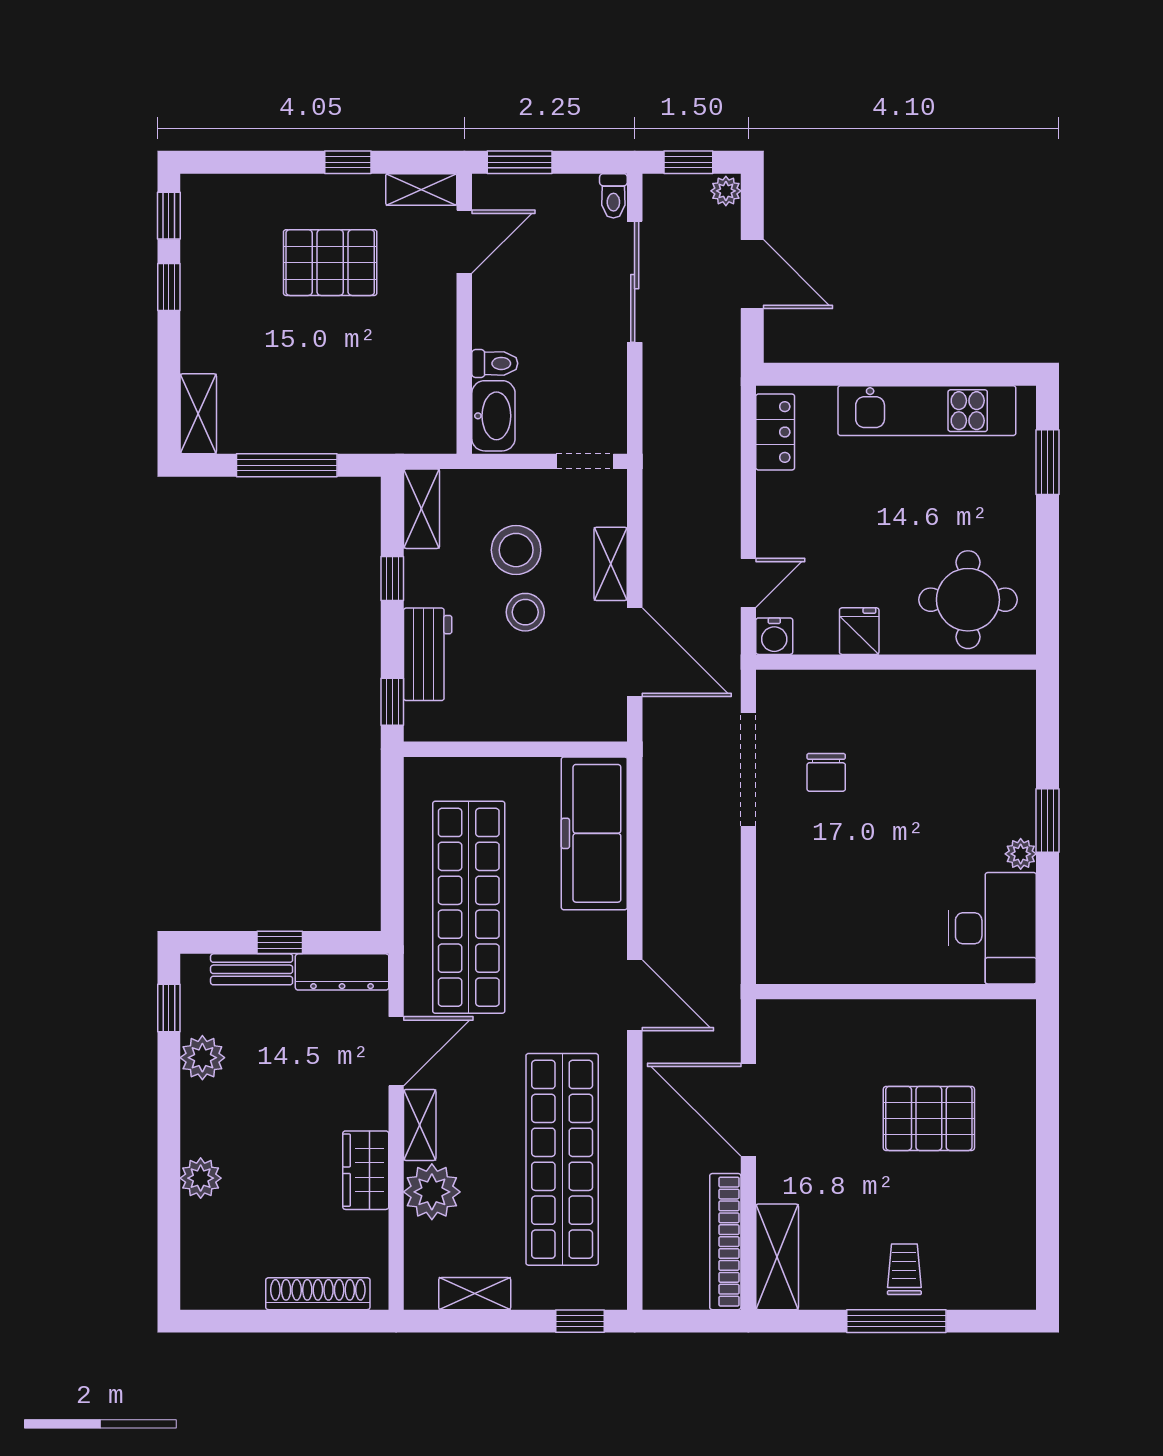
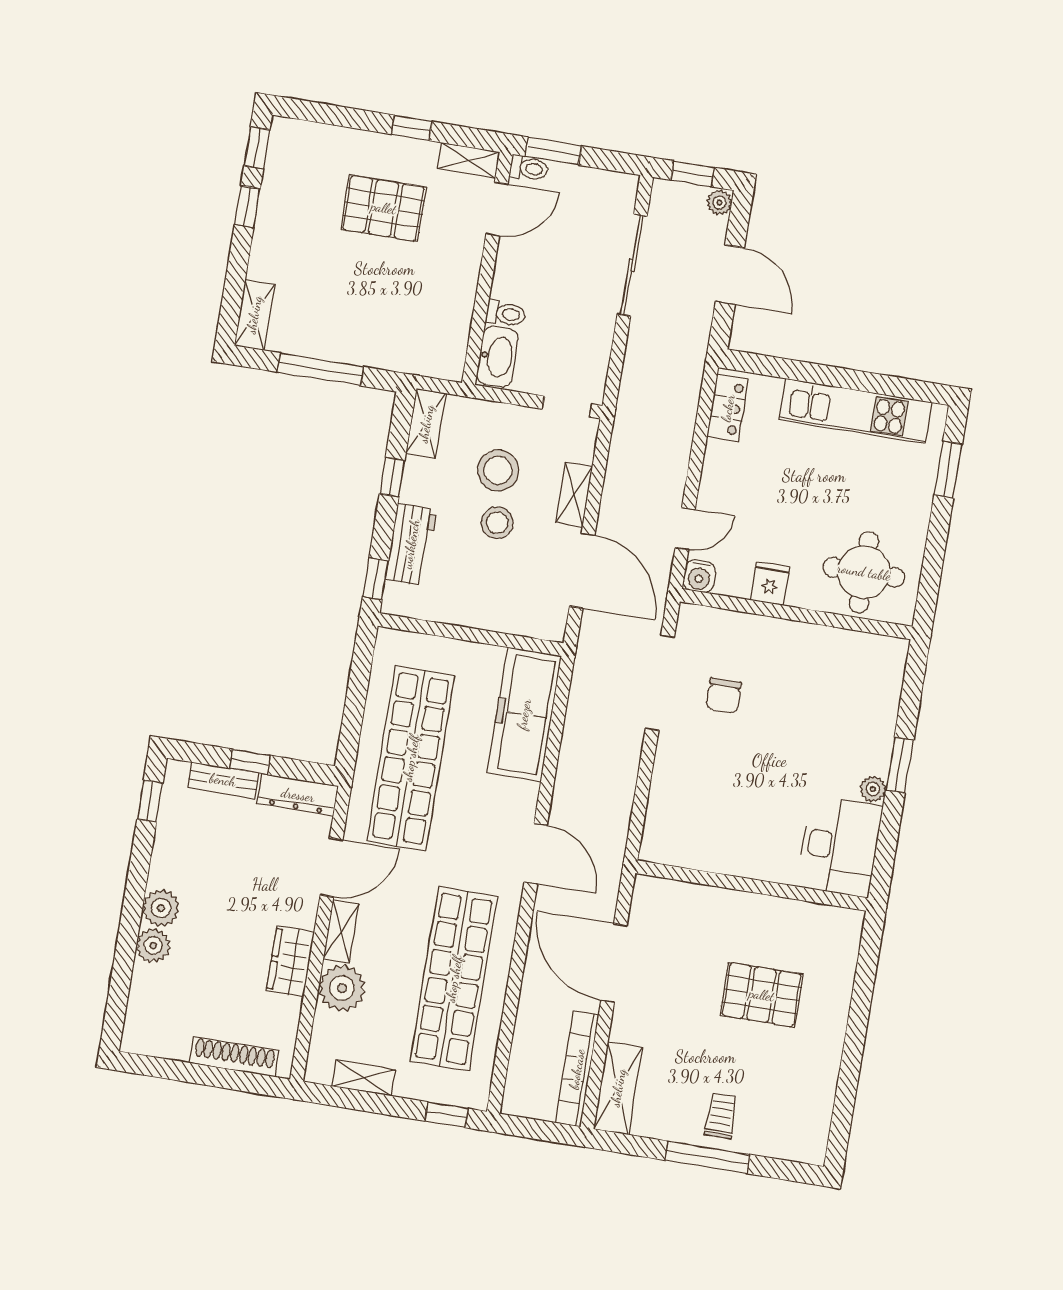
toilet: (613, 196) -> (529, 168), moved, turned -90
plant: (202, 1058) -> (161, 908), moved

